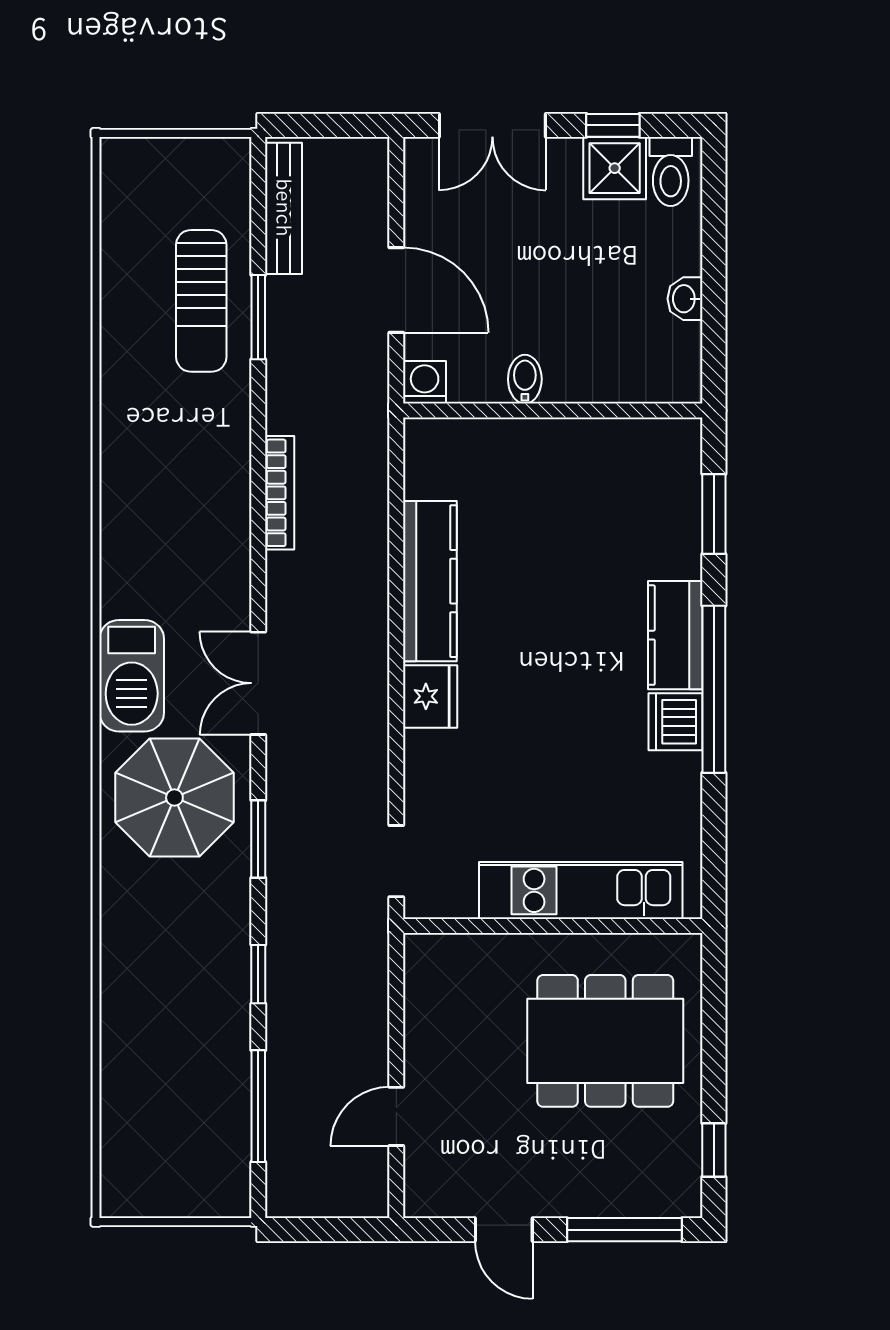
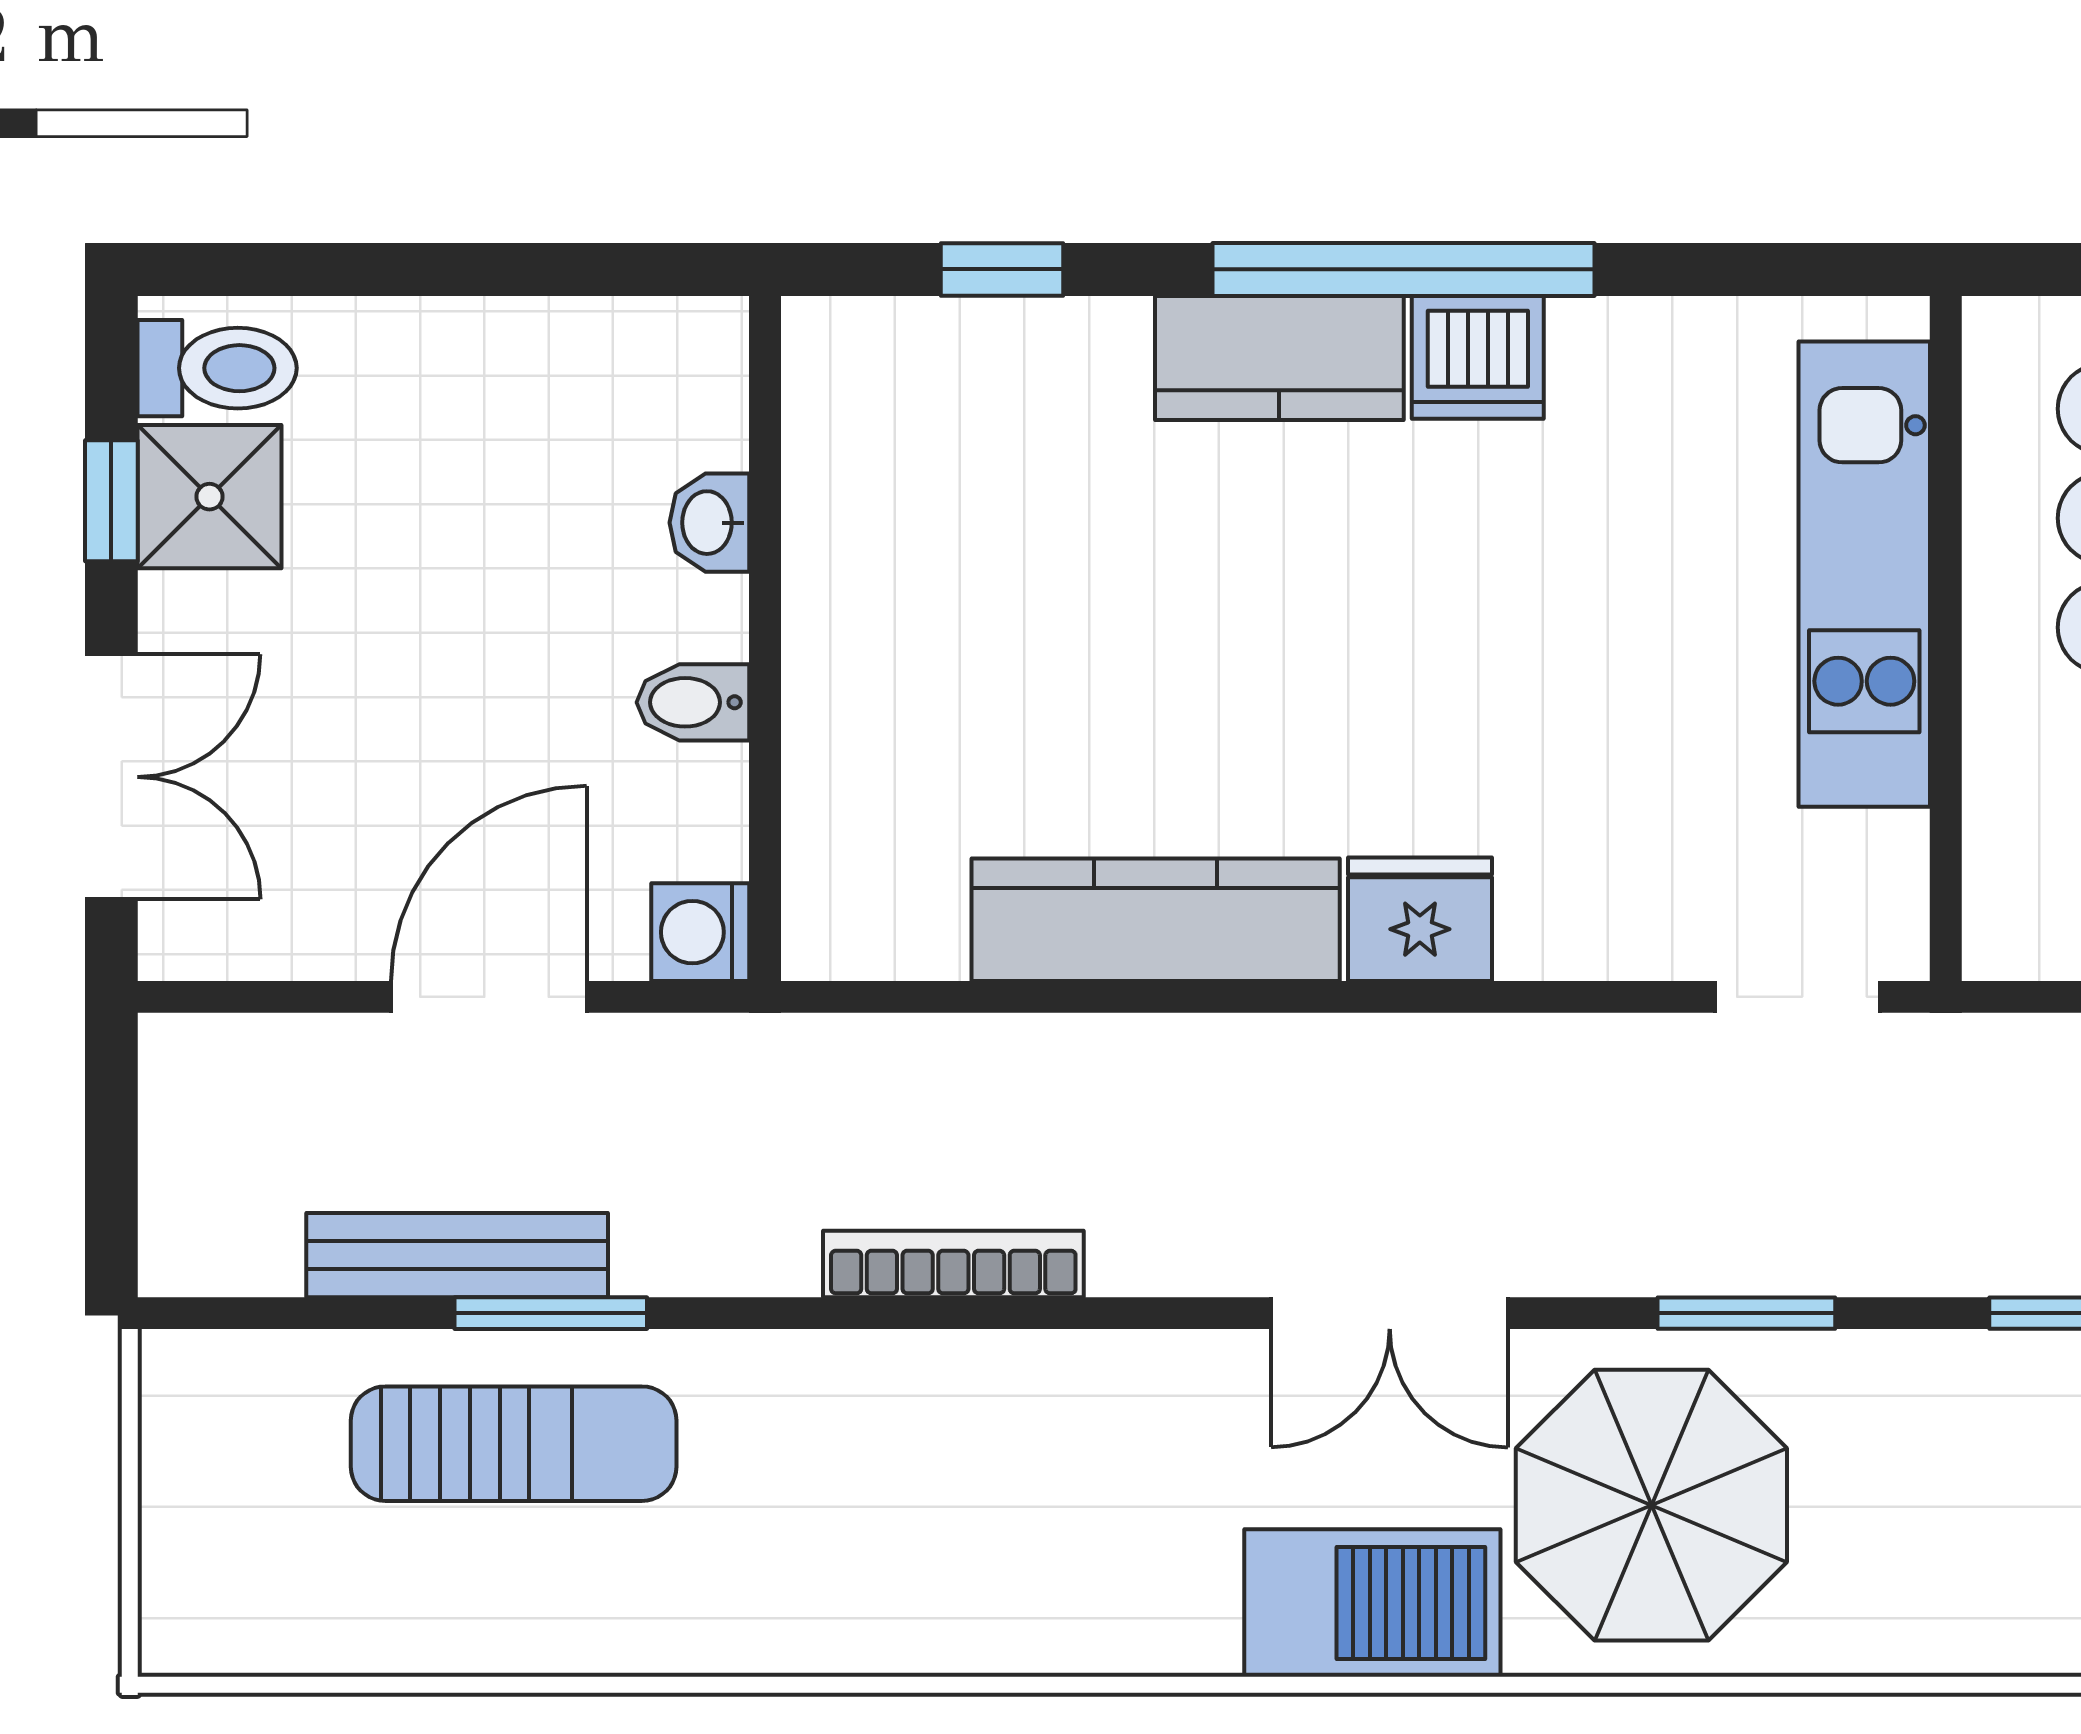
bench: (284, 208) -> (457, 1255), moved
washbasin: (685, 299) -> (709, 523), moved, turned 90
window: (714, 514) -> (1002, 269), width x0.67

